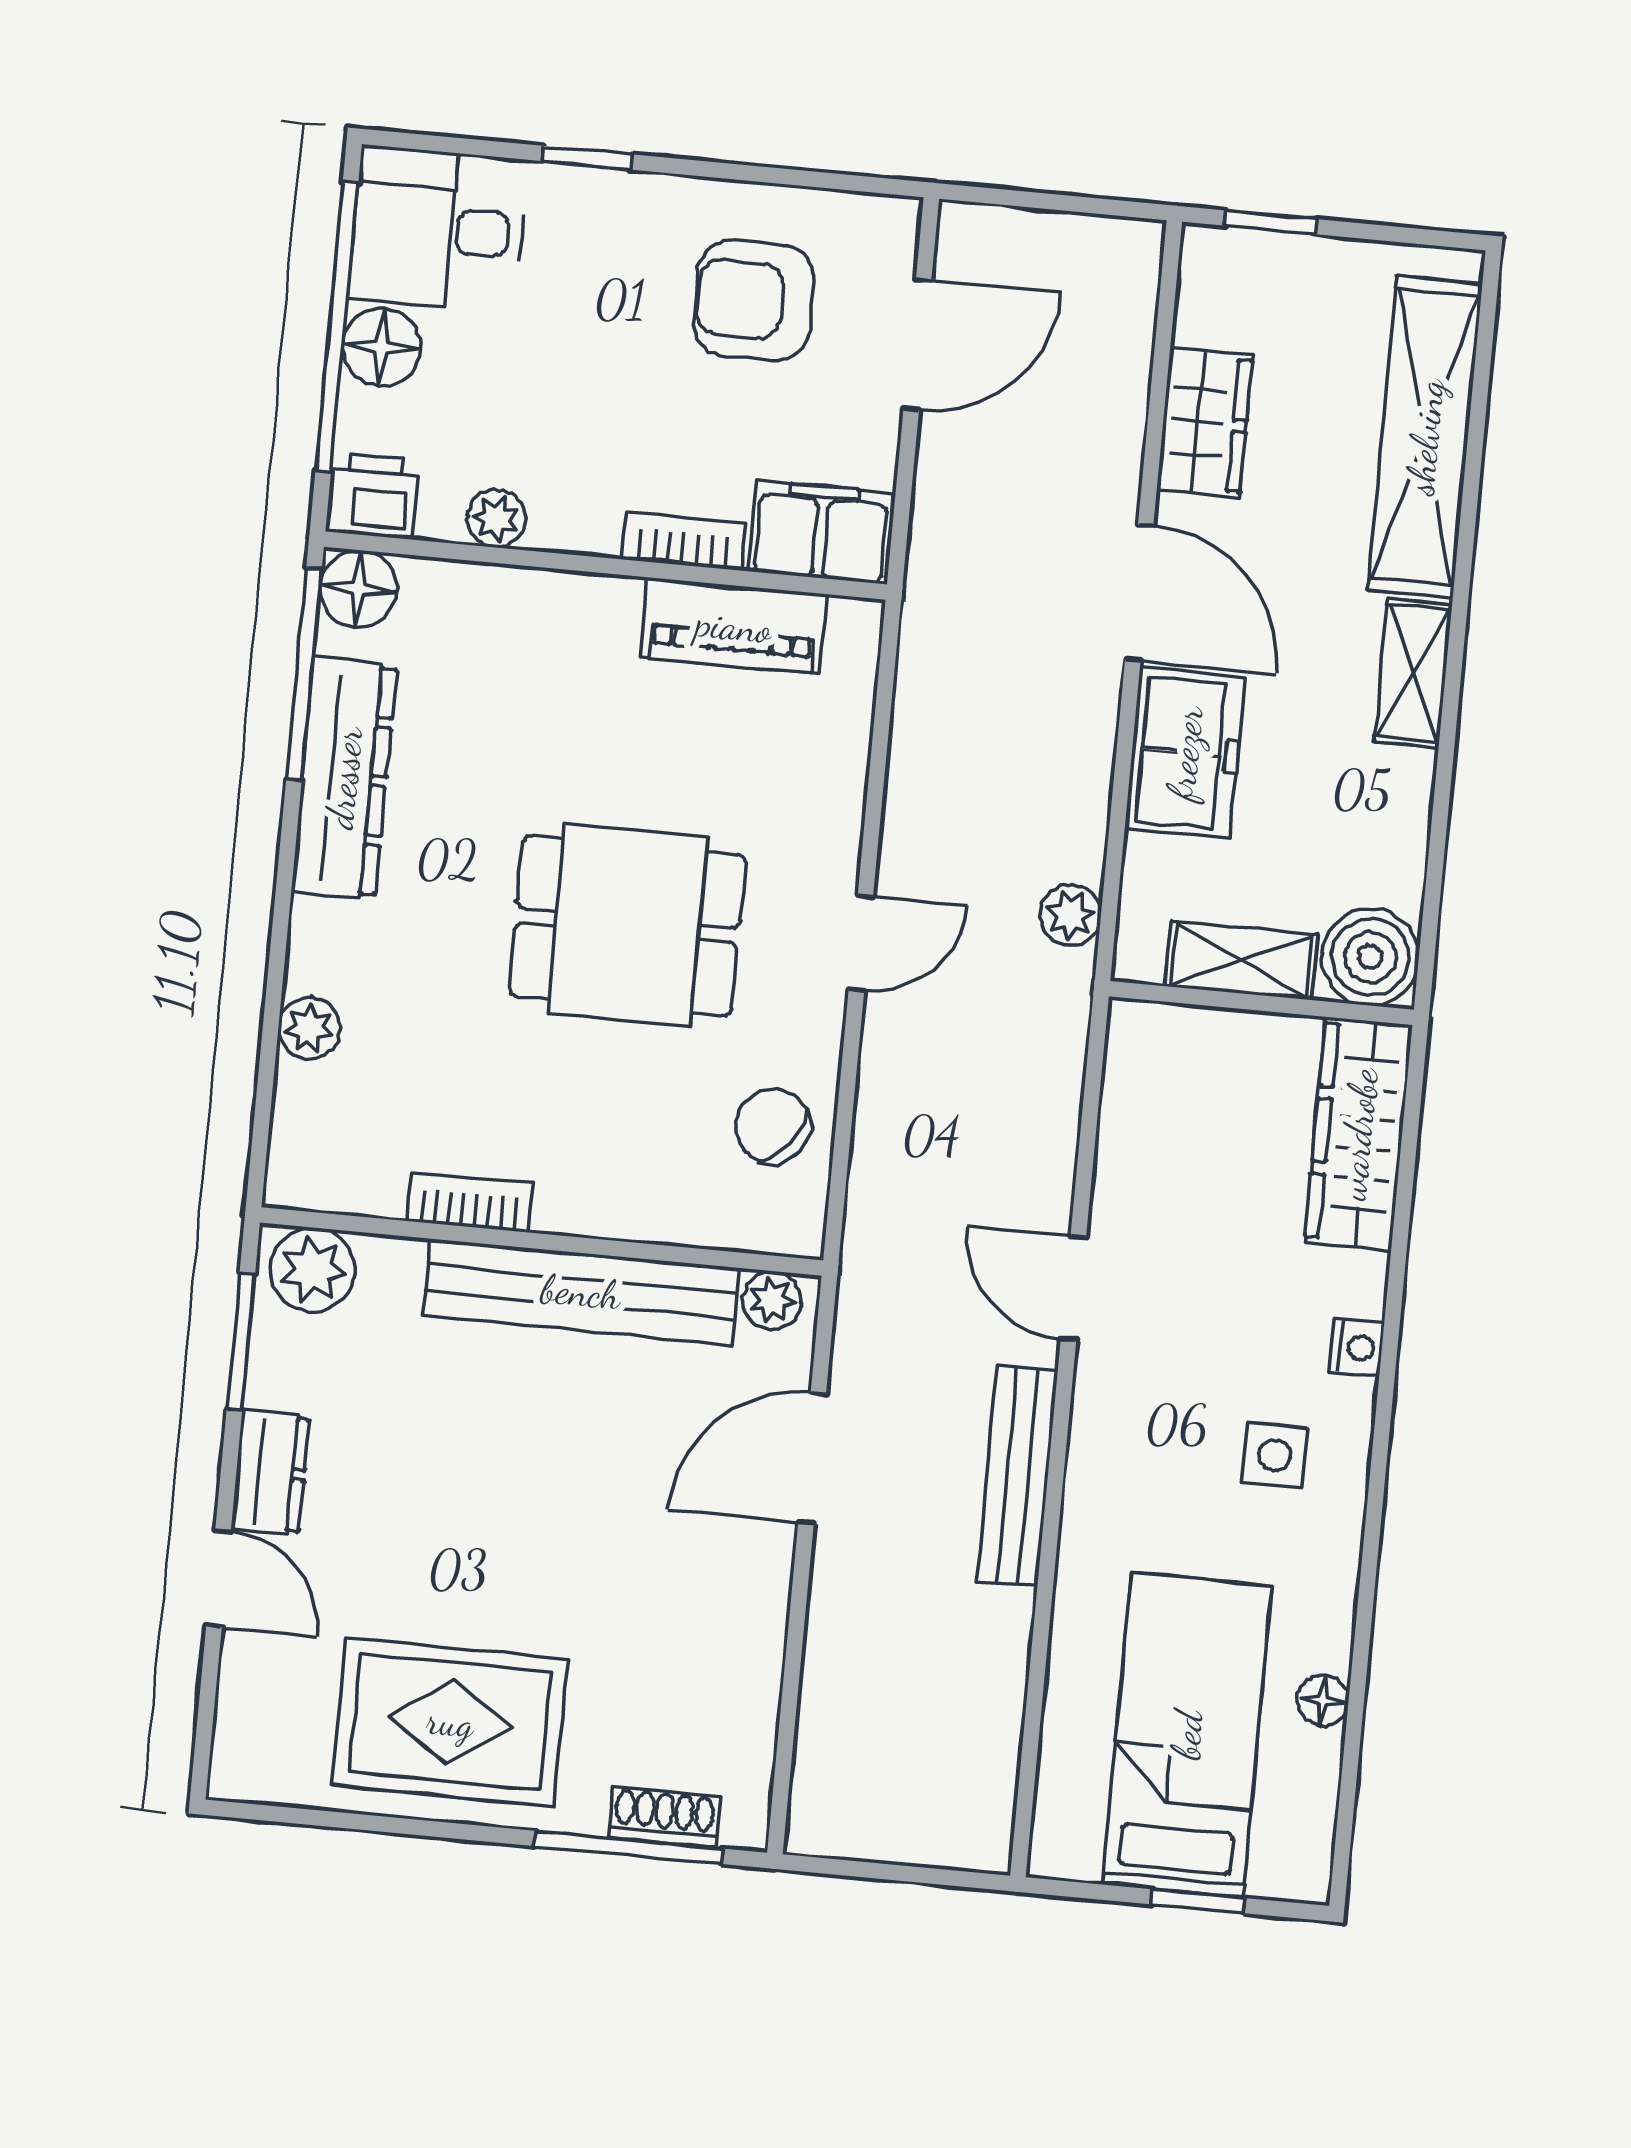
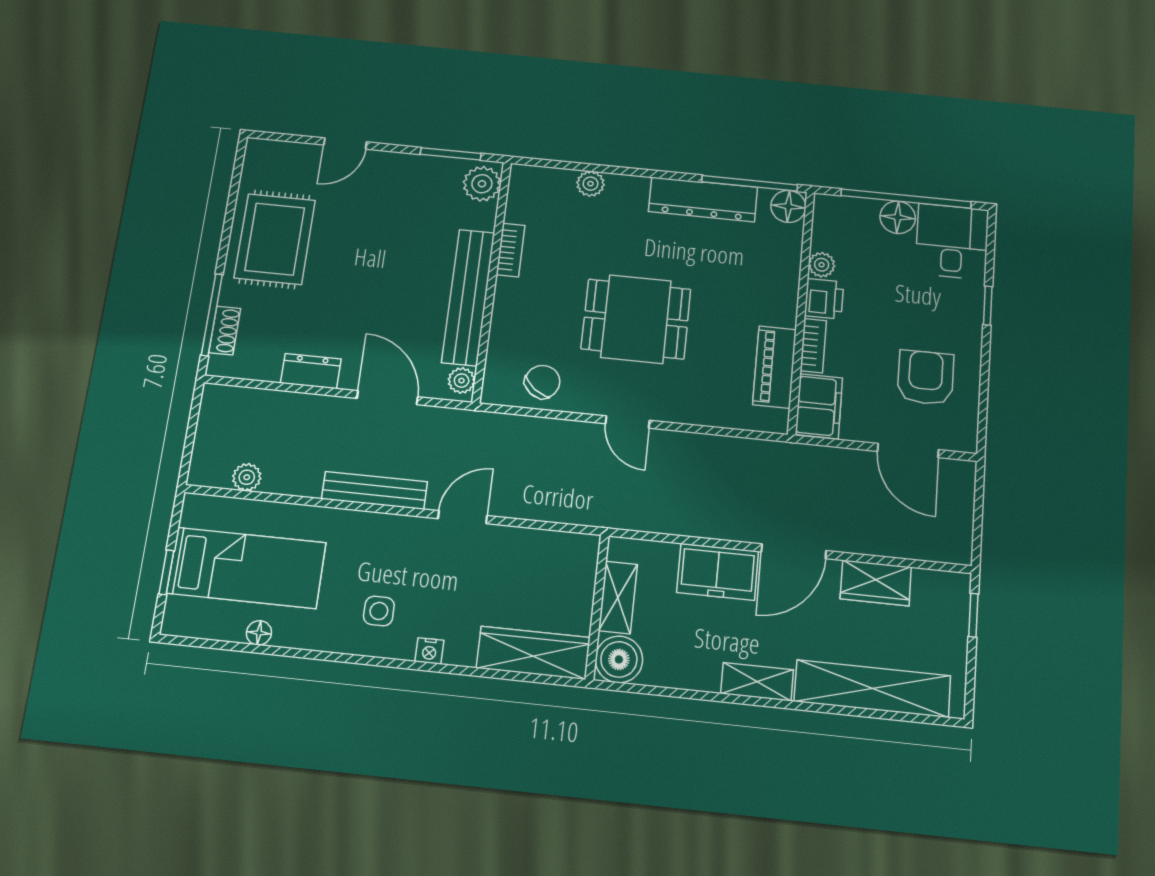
printer: (373, 496) -> (824, 299), moved
plant: (1071, 915) -> (247, 477), moved
dining table: (627, 926) -> (636, 319), turned 90
dresser: (270, 1473) -> (311, 371), moved, turned 180

